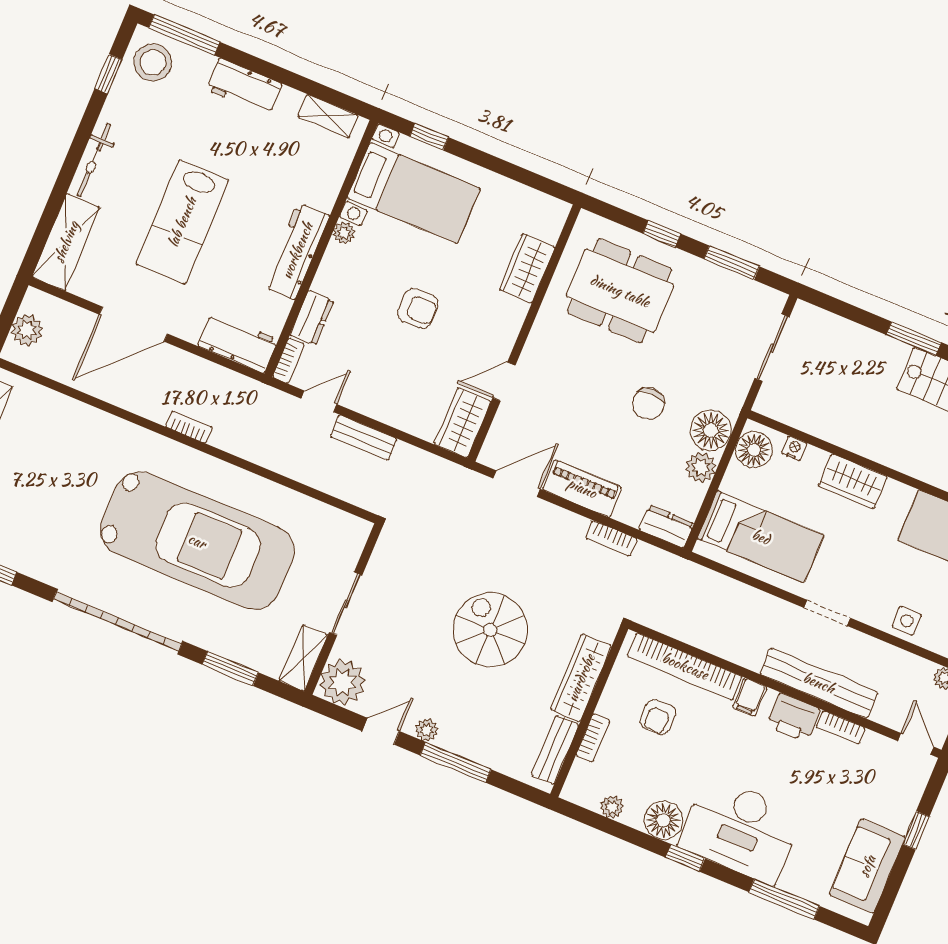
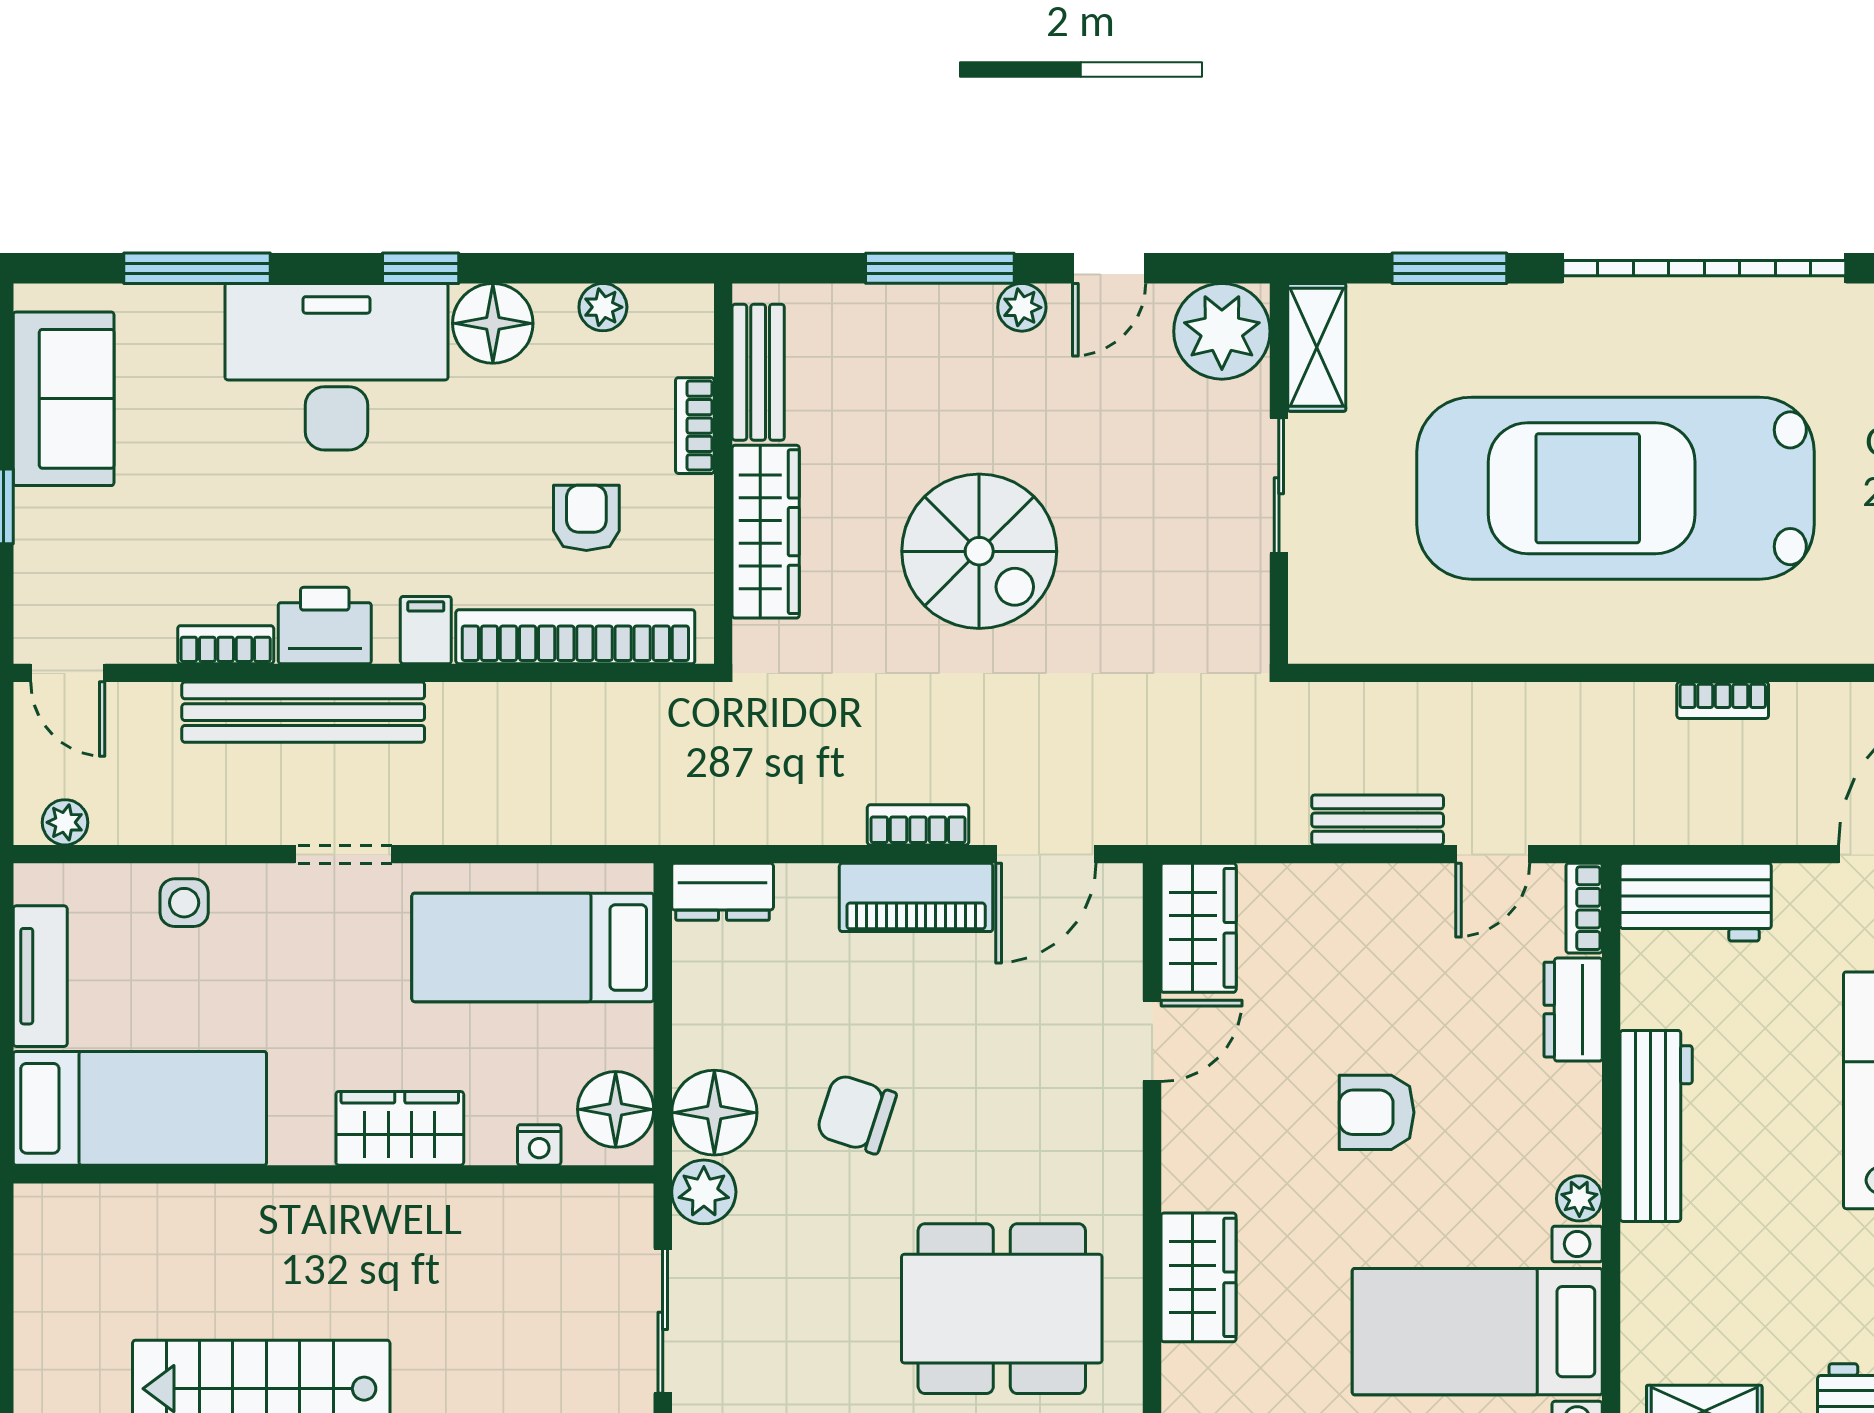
chair: (648, 404) -> (856, 1114), turned -72
plant: (701, 467) -> (704, 1192), moved
bookcase: (612, 538) -> (918, 825), moved

